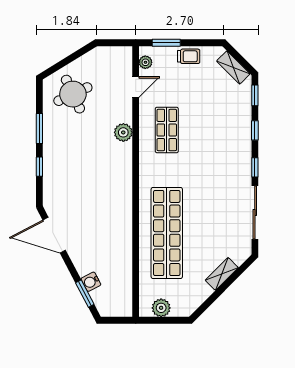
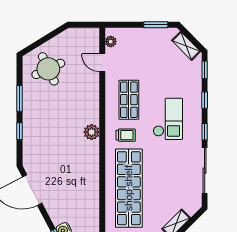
window: (166, 43) -> (156, 25), moved
trolley: (189, 56) -> (126, 135), moved
door: (136, 87) -> (102, 63), swing flipped
plant: (123, 132) -> (92, 132), moved
checkout: (212, 152) -> (168, 119), added

